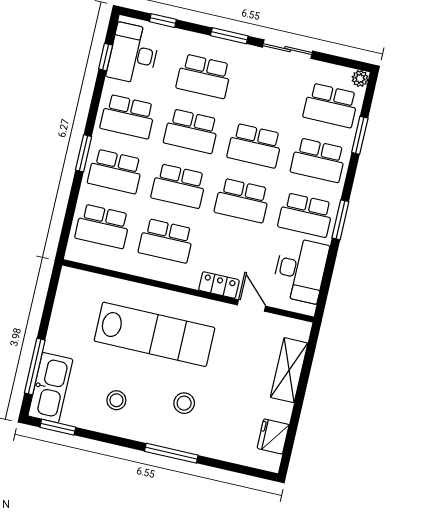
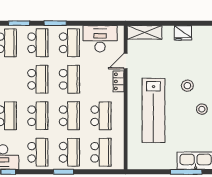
window: (340, 220) -> (55, 23), moved
lab bench: (154, 334) -> (153, 110), turned 180
shelving: (289, 370) -> (145, 32), moved
stool: (116, 400) -> (202, 109), moved
fridge: (273, 436) -> (183, 33), moved

